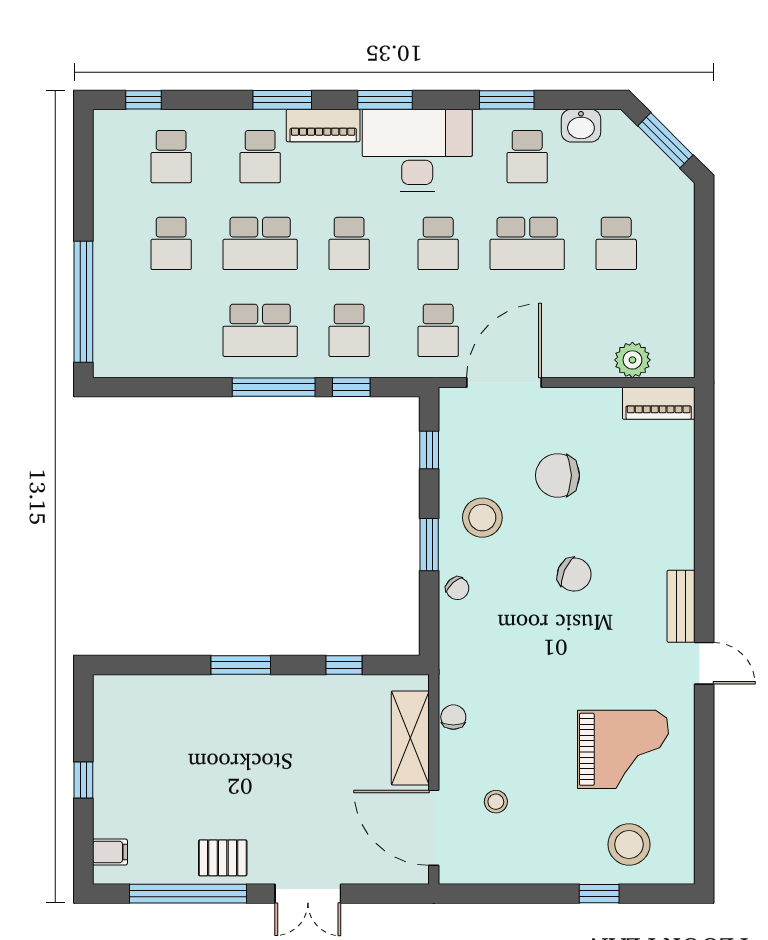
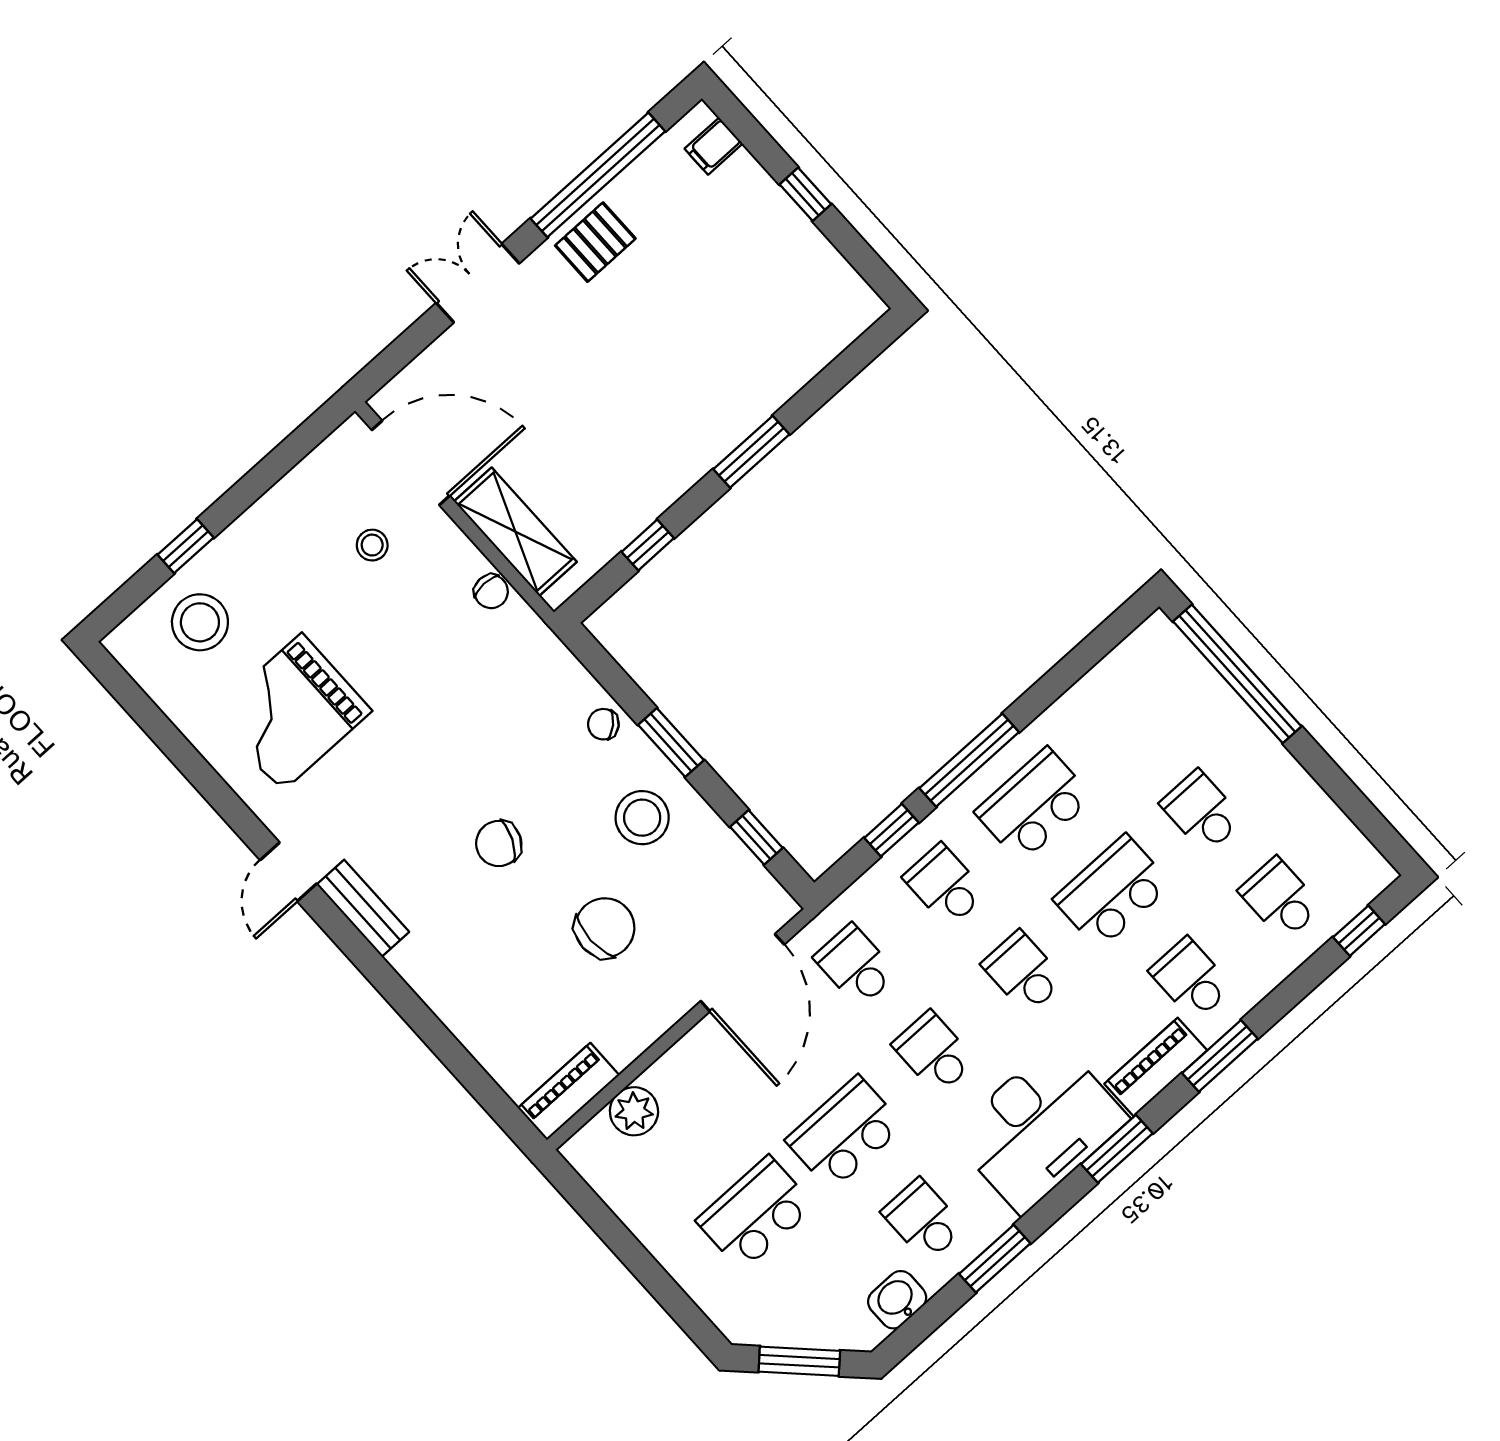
school desk: (616, 243) -> (755, 1213), width x1.85
door: (704, 663) -> (288, 872), hinge flipped

